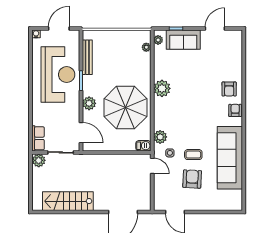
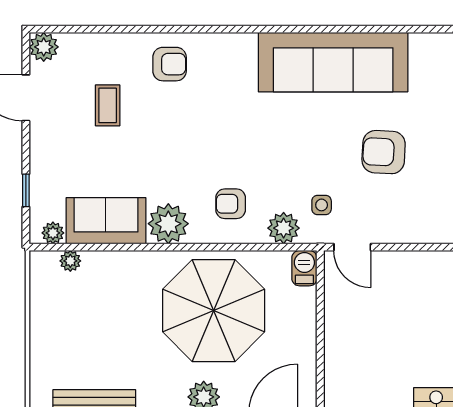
plant: (236, 36) -> (44, 47), added
sofa: (183, 40) -> (106, 221), moved, turned -90
armchair: (235, 110) -> (231, 204), moved
coffee table: (193, 155) -> (108, 105), moved
door: (152, 166) -> (352, 247), swing flipped

